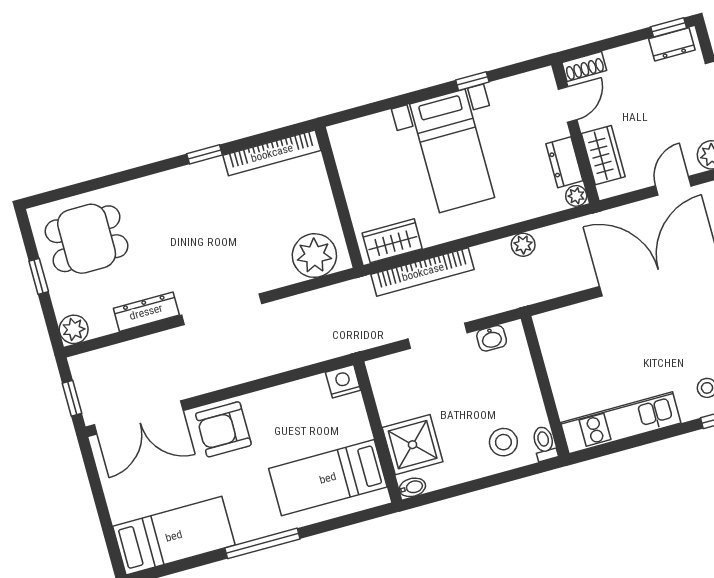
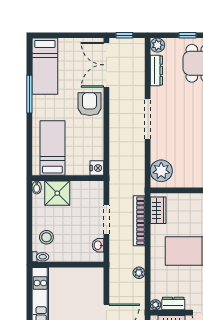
dresser: (146, 312) -> (156, 70), moved
window: (262, 543) -> (29, 94), moved

